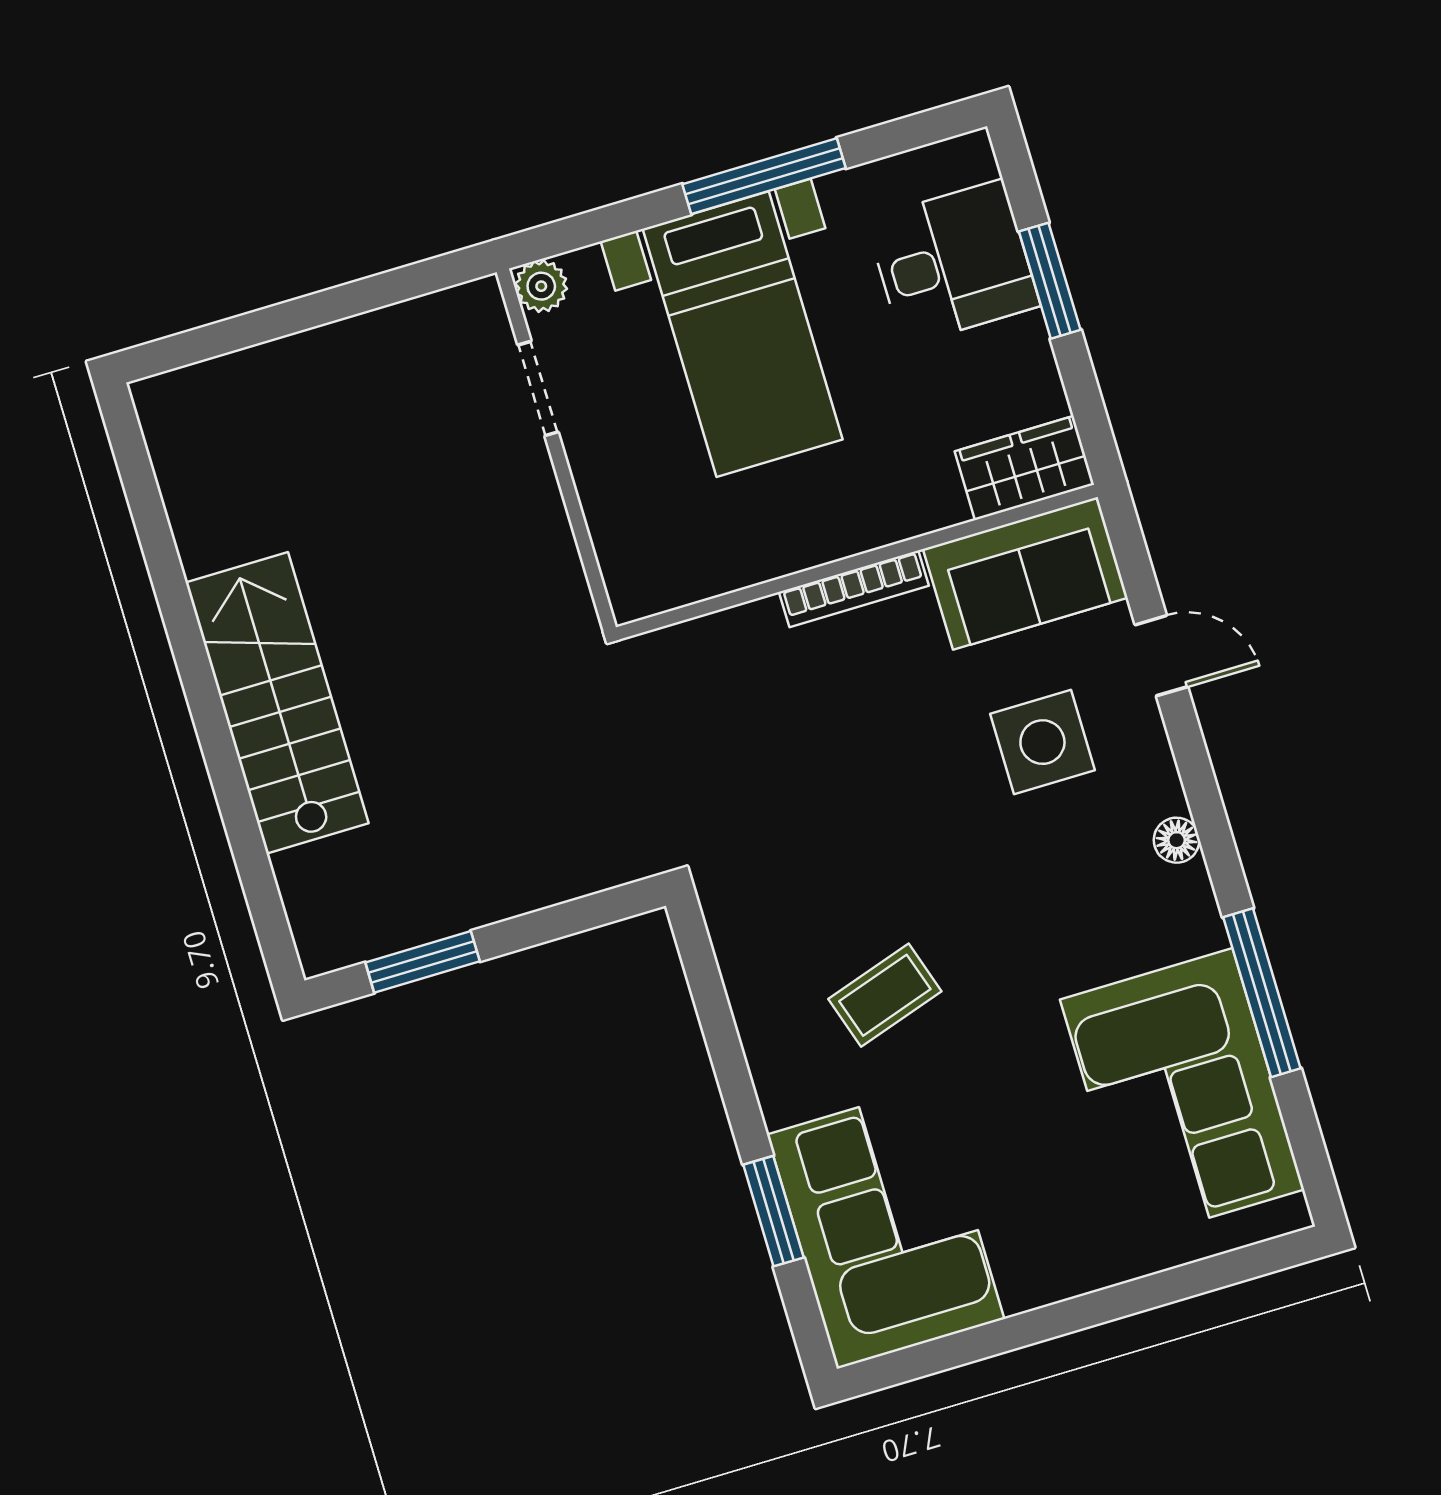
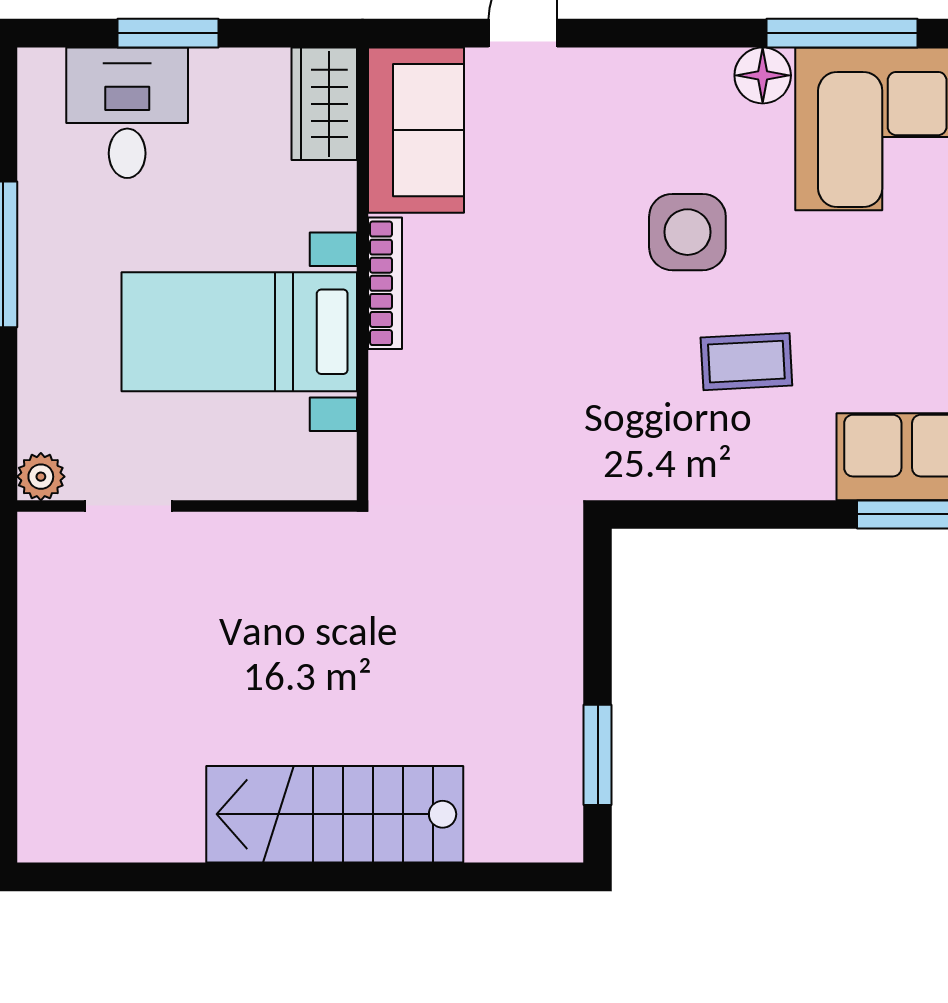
bed with nightstands: (743, 334) -> (239, 332), moved, turned 180
side table: (1042, 742) -> (687, 232), moved
floor lamp: (1177, 840) -> (763, 75), moved, width x1.37, depth x1.37
coffee table: (885, 995) -> (746, 362), turned -75

